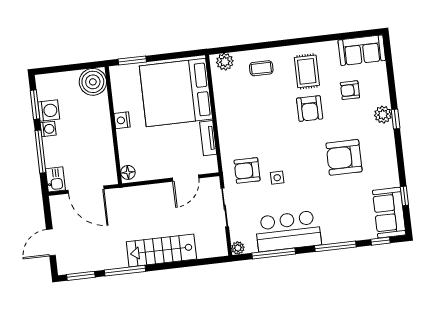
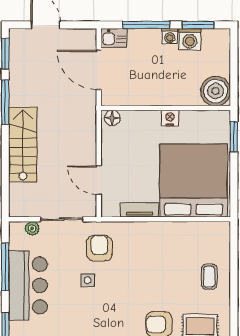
plant: (225, 62) -> (221, 238), removed
door: (86, 190) -> (99, 70), hinge flipped
plant: (238, 248) -> (32, 228), moved

